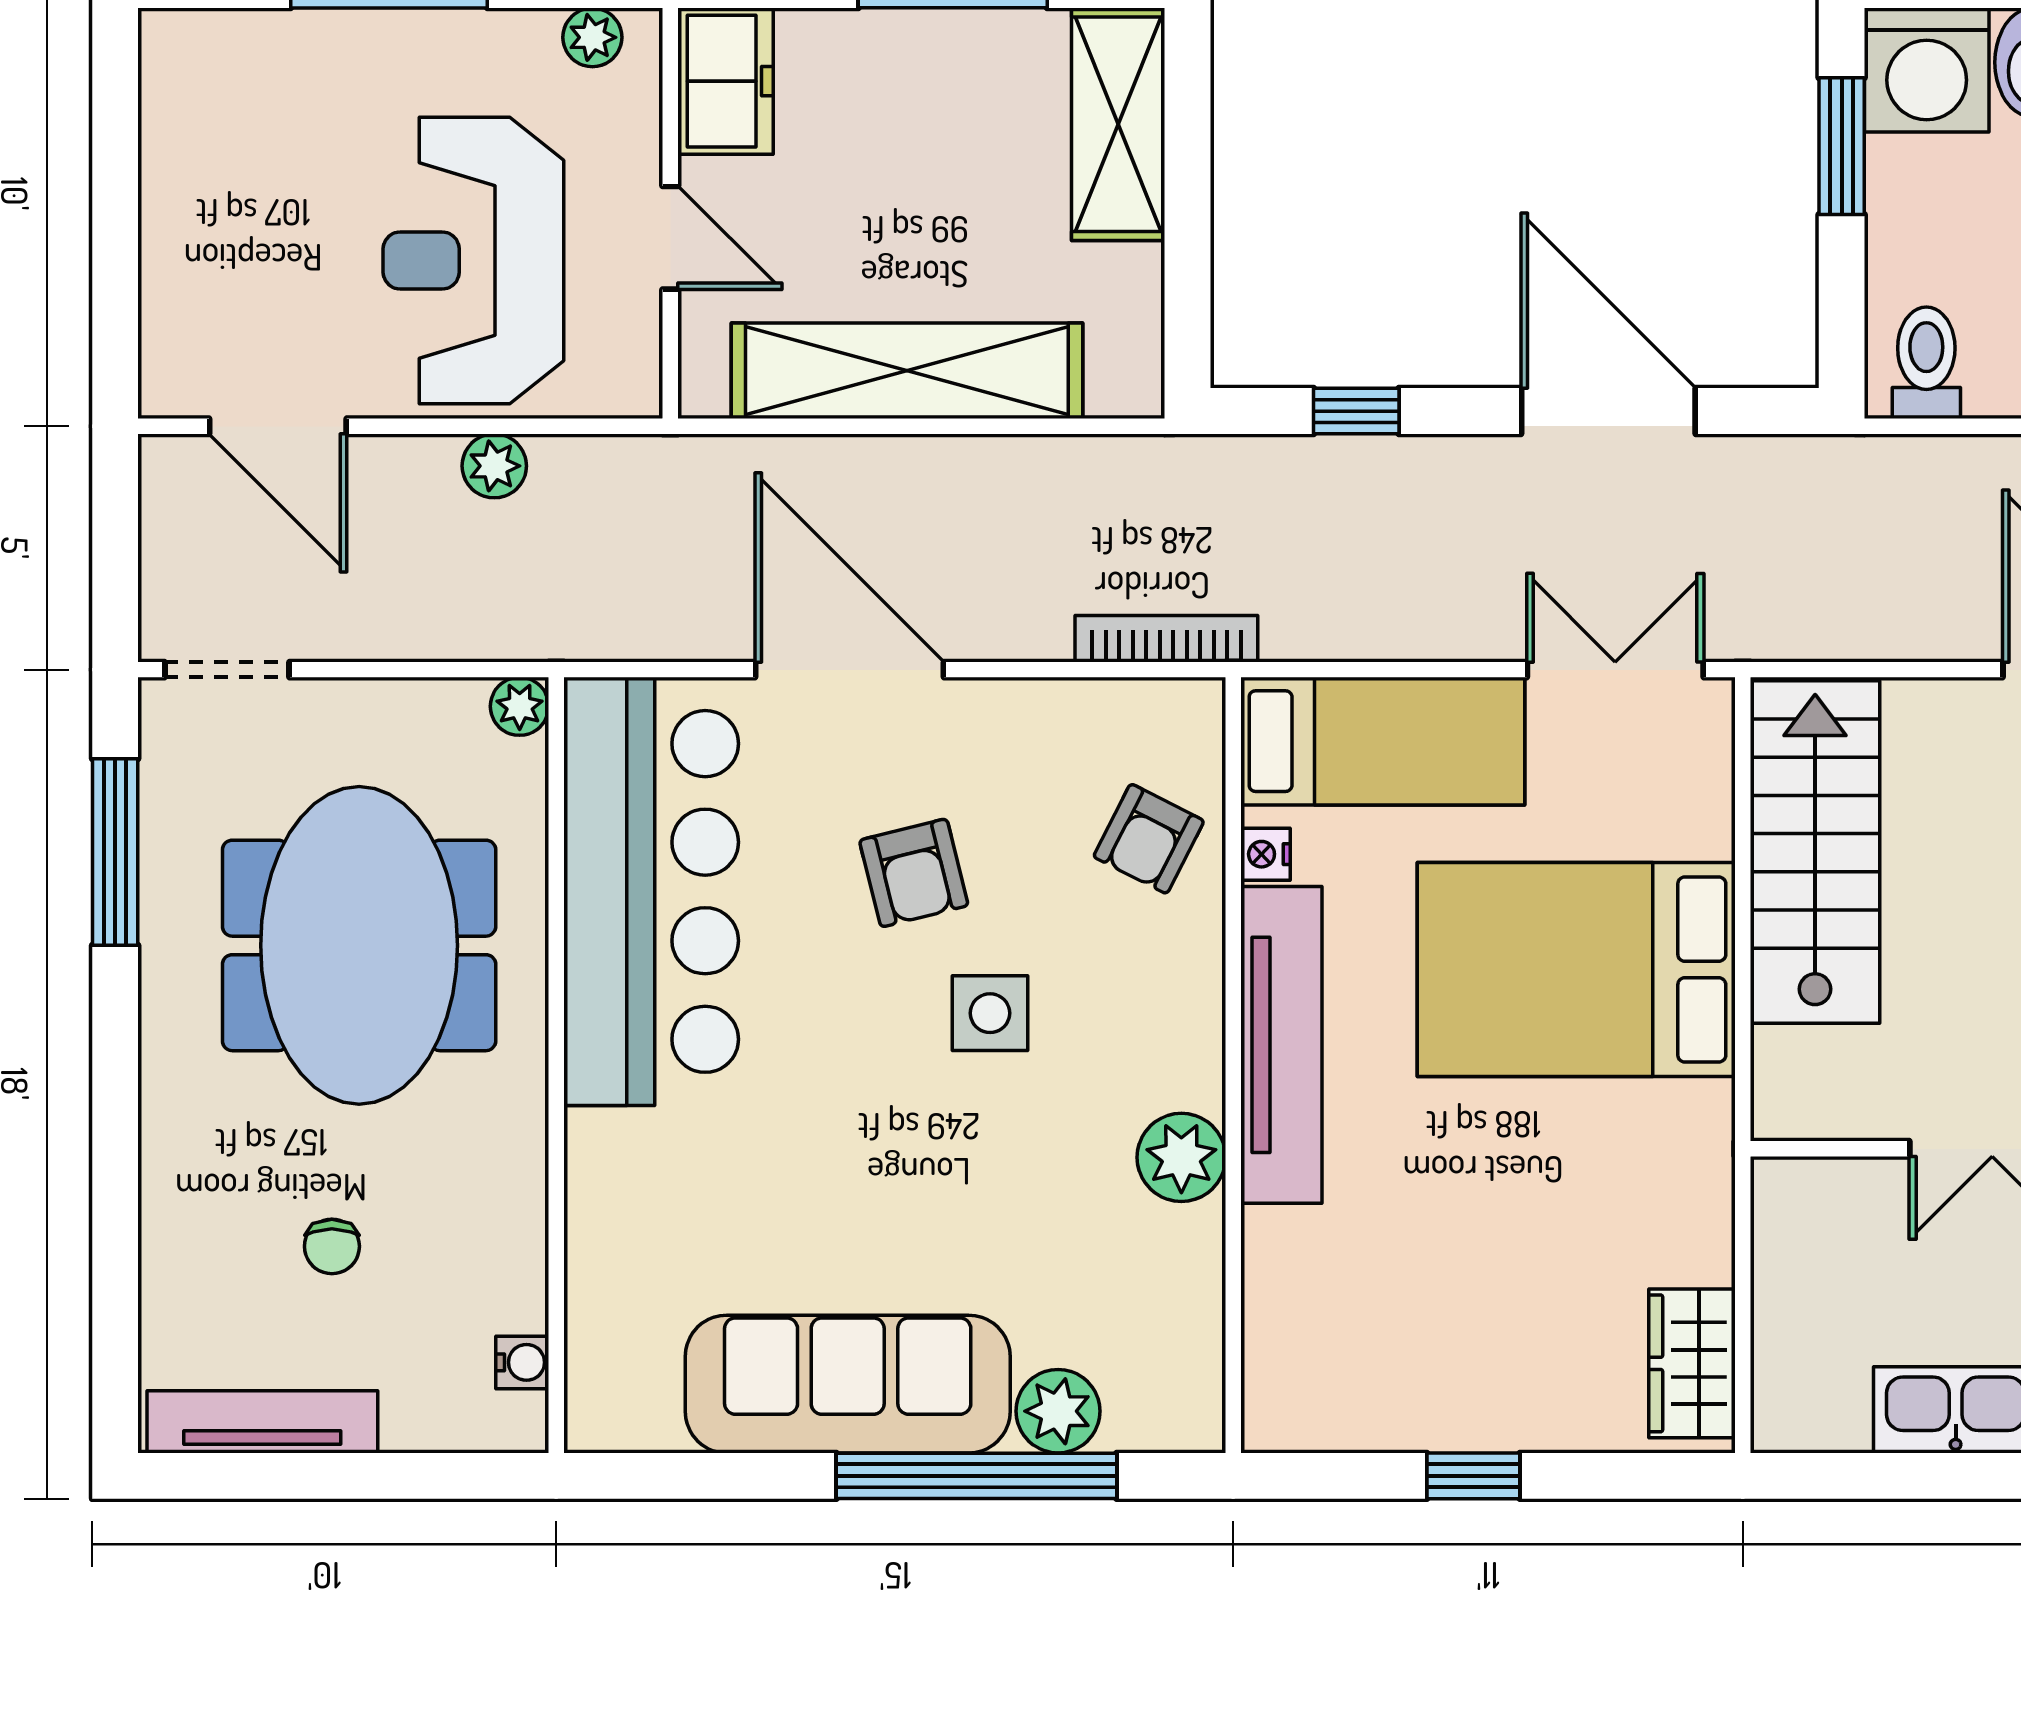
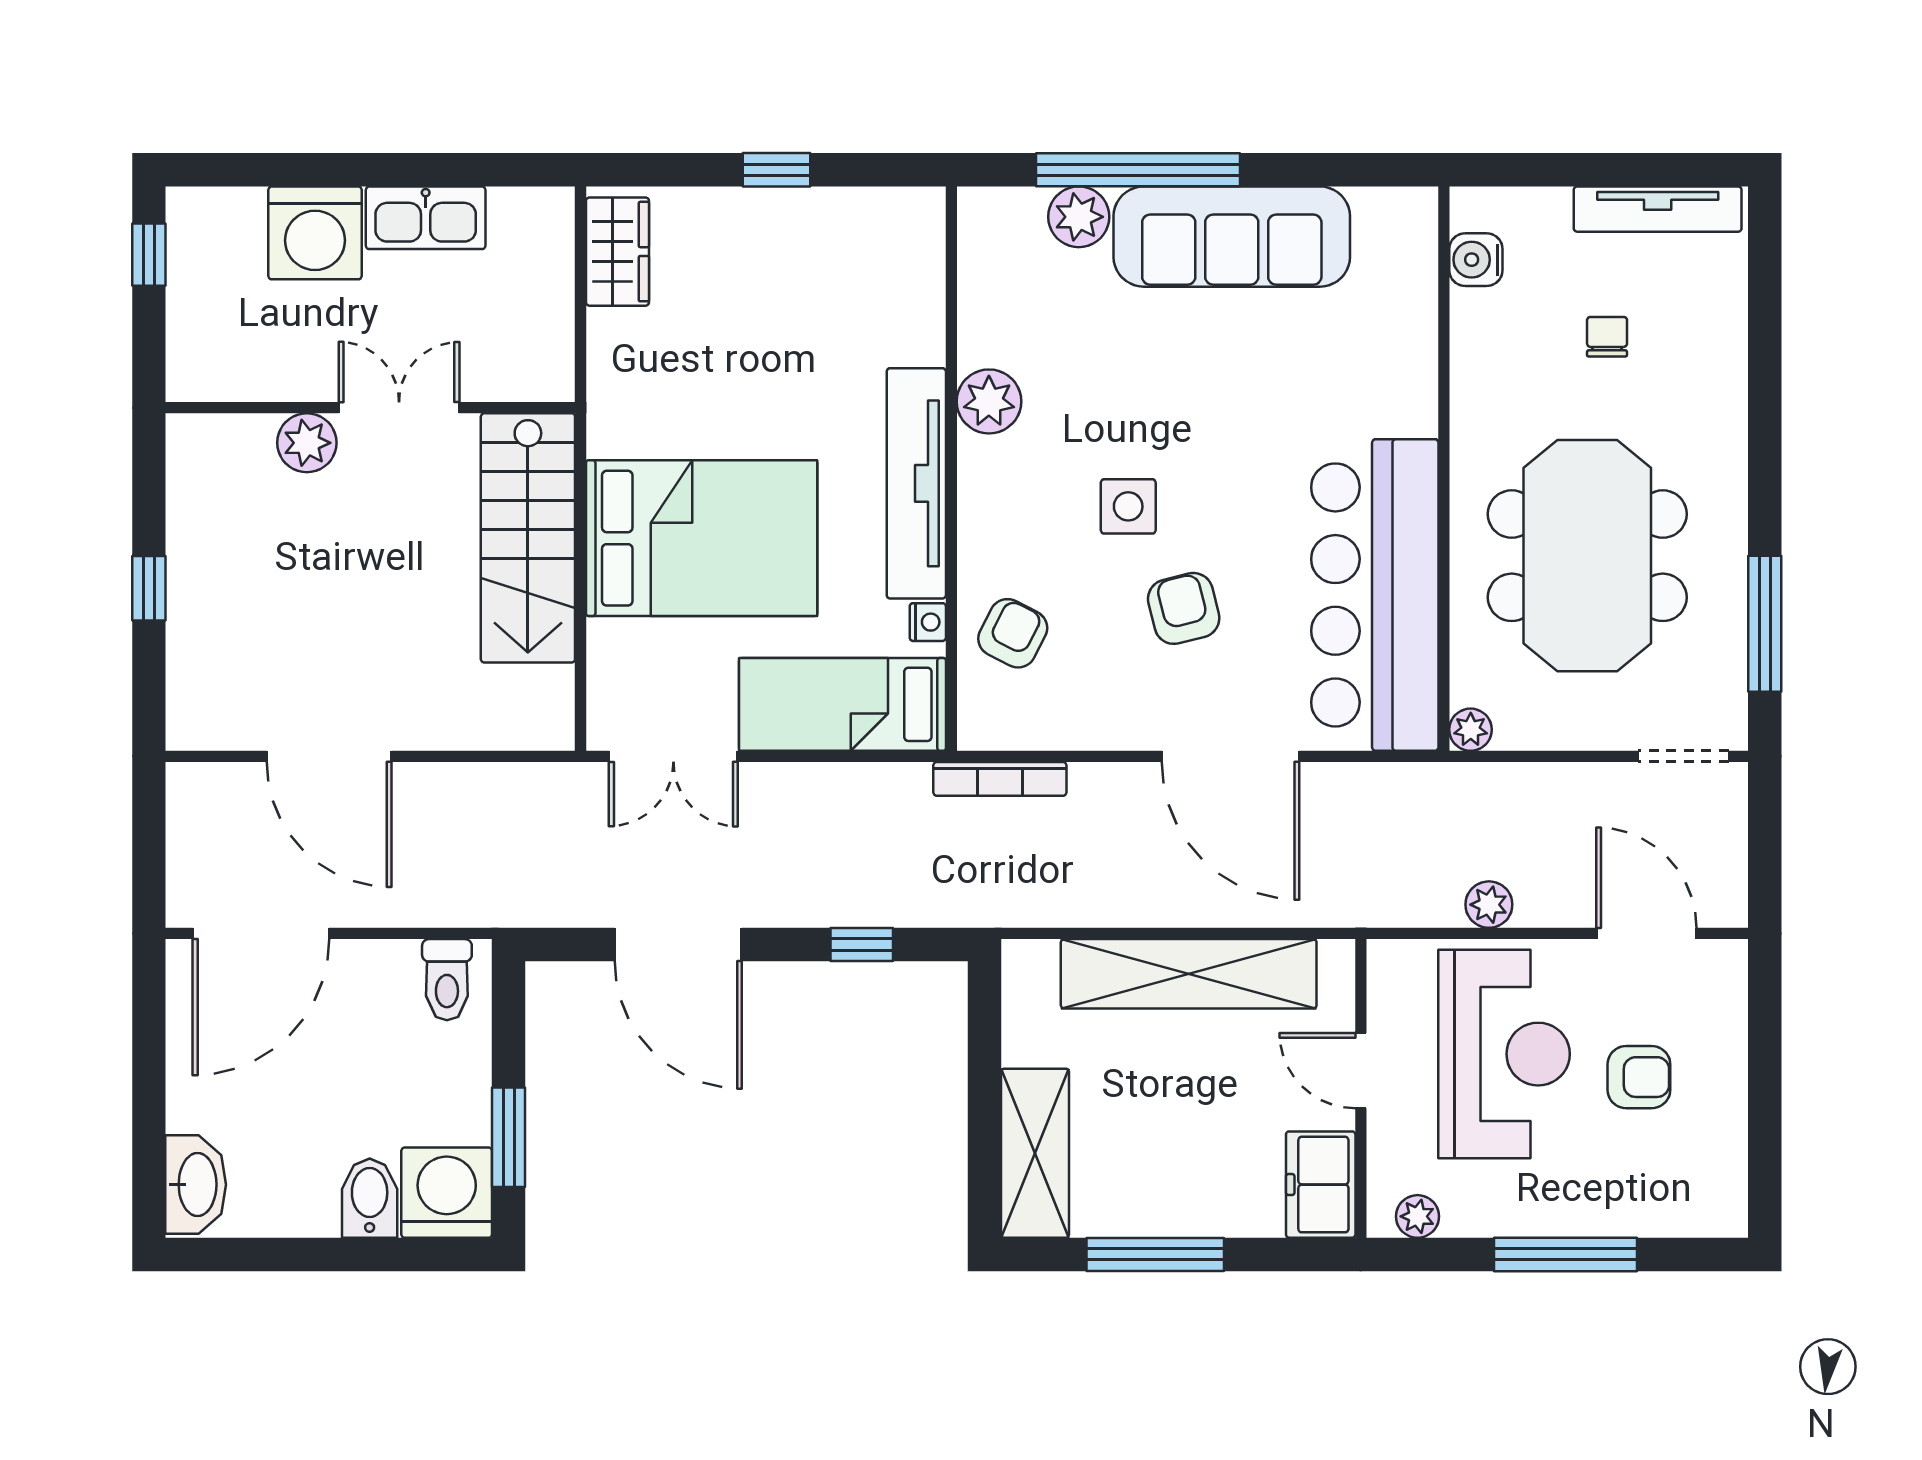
armchair: (288, 229) -> (1639, 1077), added
stairs: (1815, 852) -> (528, 538), moved
water cooler: (522, 1362) -> (1476, 260), width x1.38, depth x1.38

